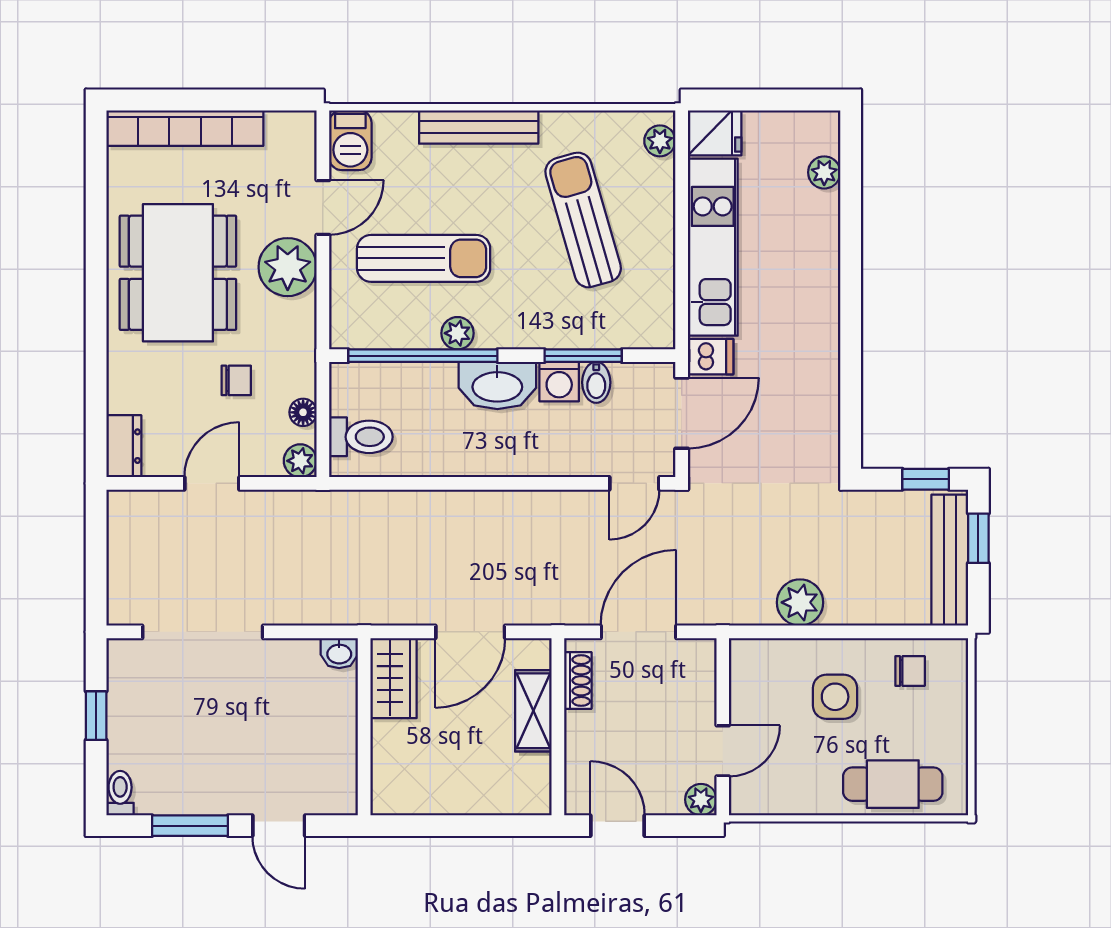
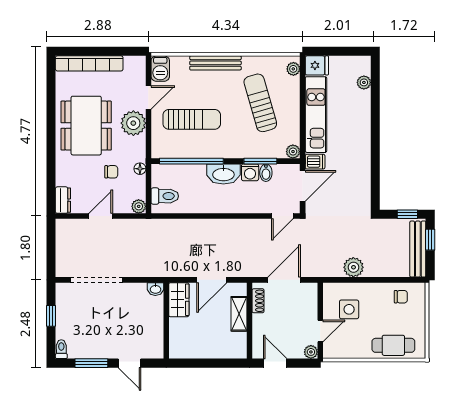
plant: (457, 333) -> (293, 152), moved
floor lamp: (303, 412) -> (140, 169), moved
side table: (835, 697) -> (349, 309), moved

